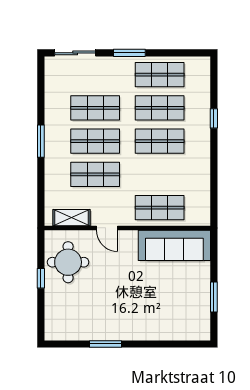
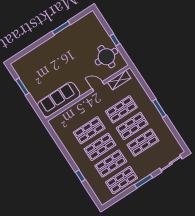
shop shelf: (160, 208) -> (89, 130), moved

